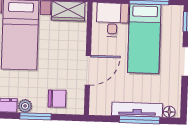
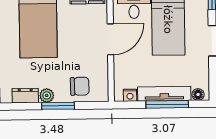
door: (88, 70) -> (110, 39), moved
nightstand: (104, 110) -> (130, 95), added

